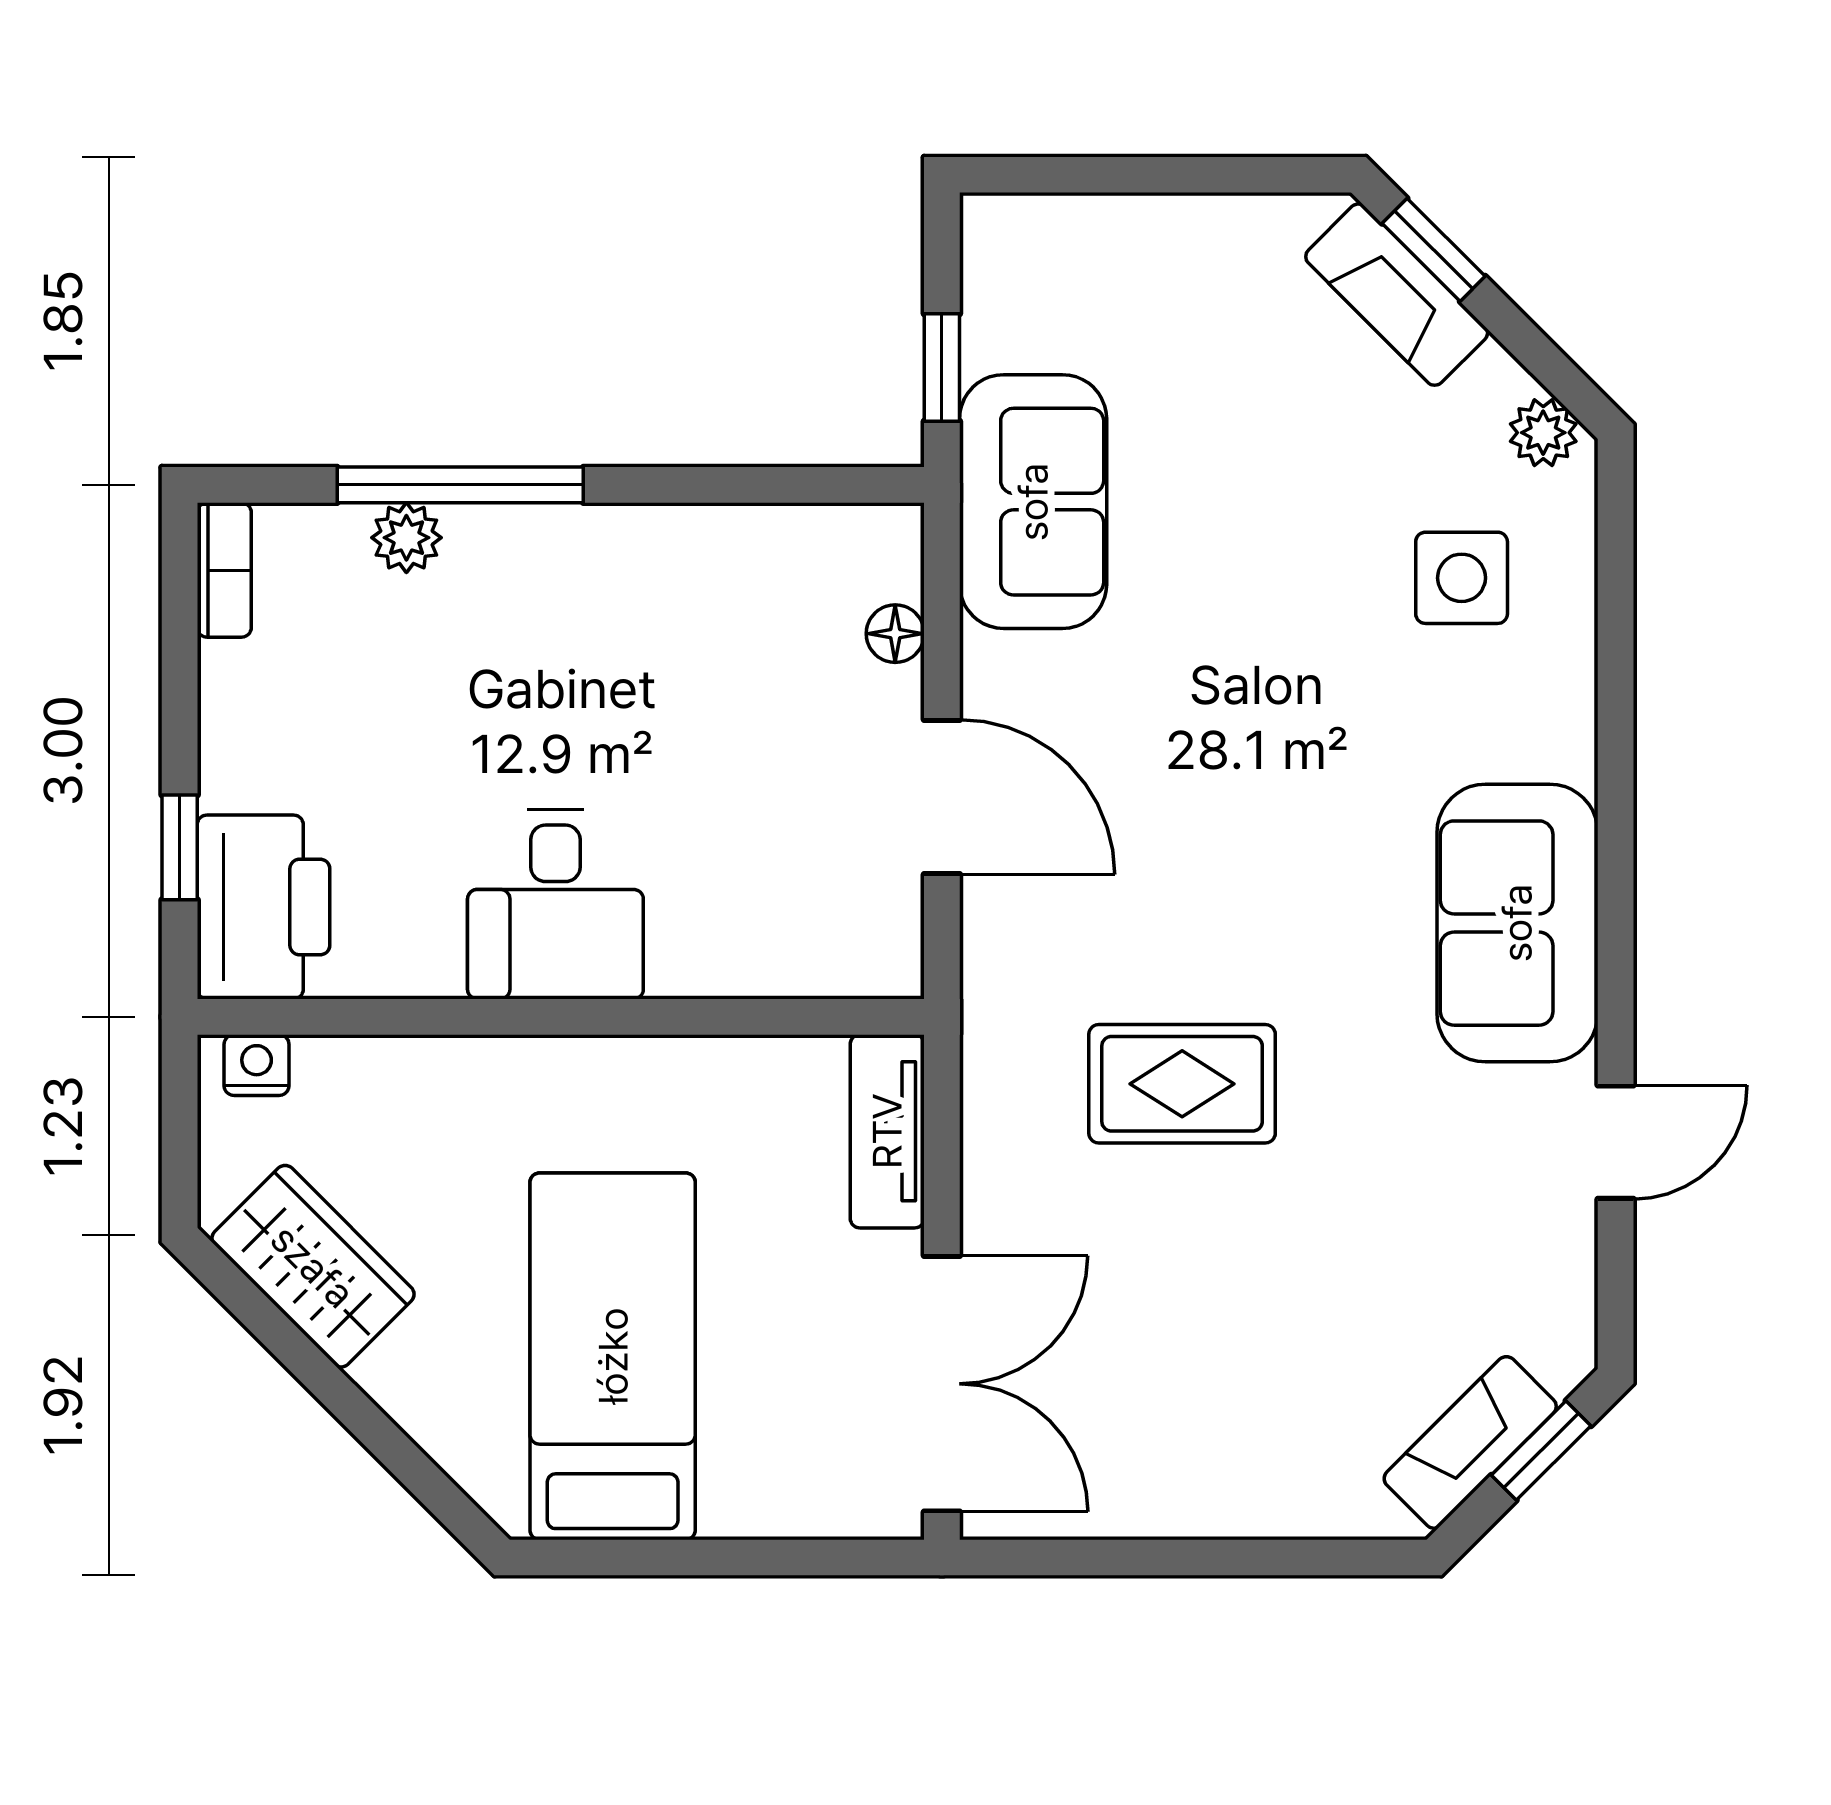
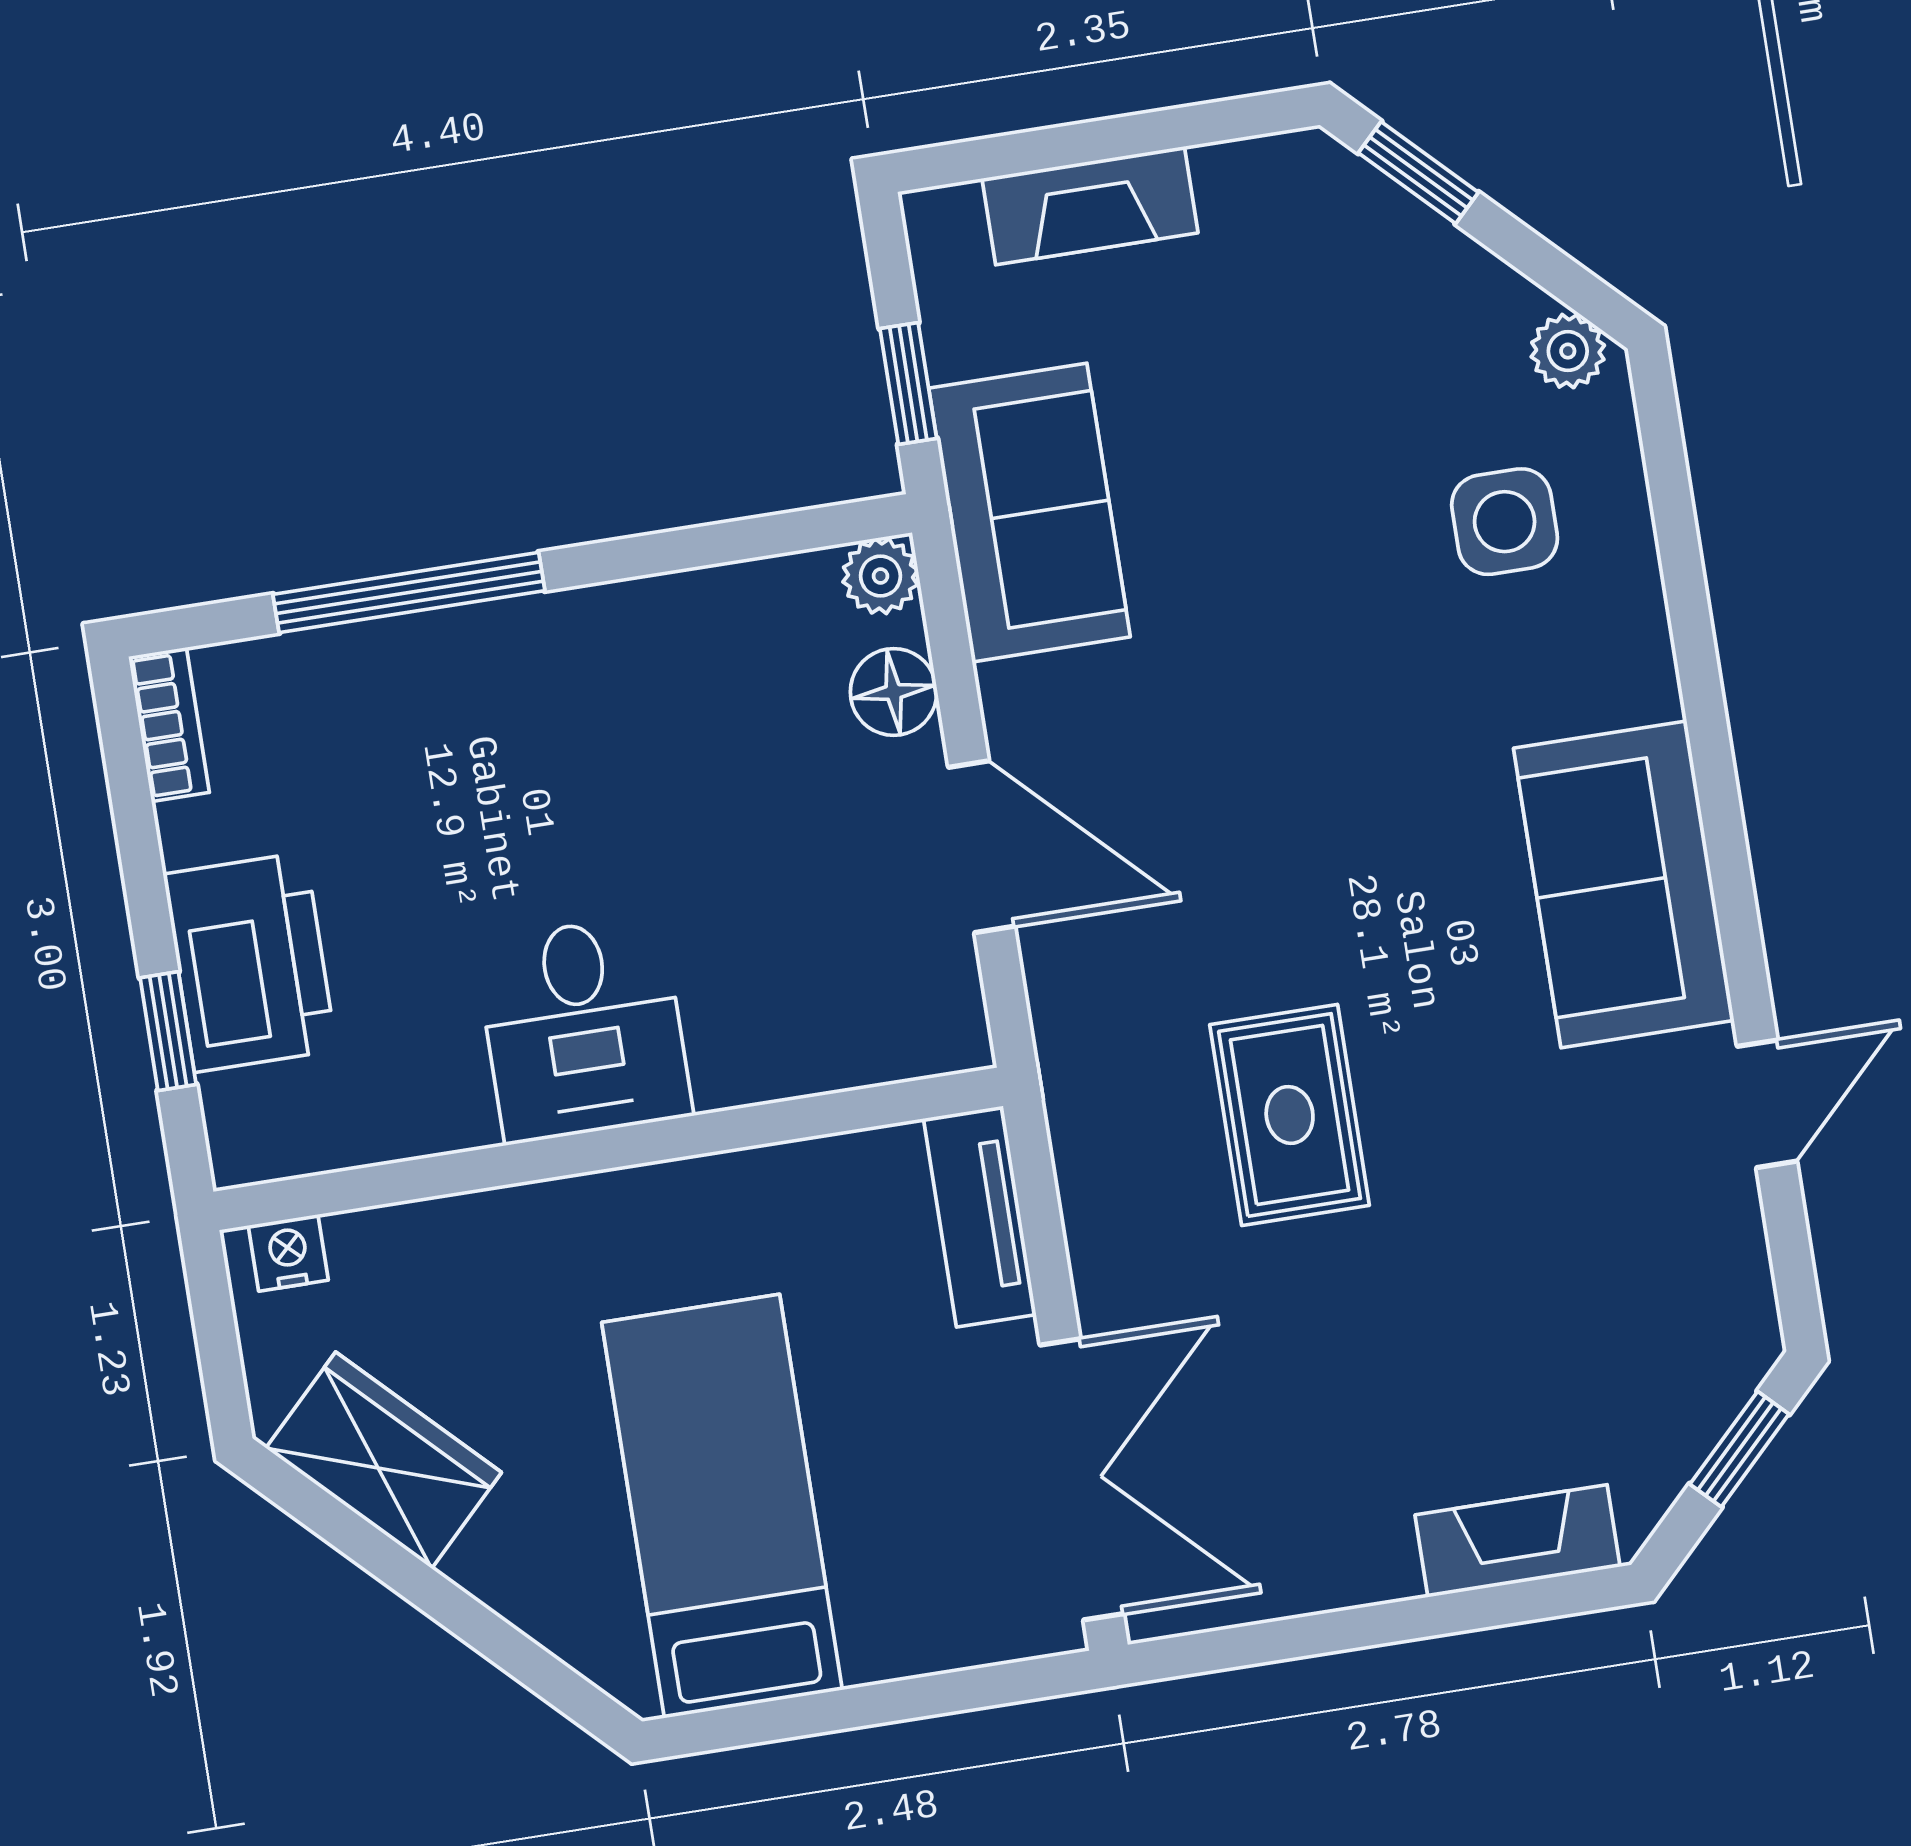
fireplace: (1397, 295) -> (1090, 206), moved, turned -45
plant: (406, 538) -> (881, 576), moved
floor lamp: (895, 634) -> (894, 692), width x1.37, depth x1.37
printer: (264, 907) -> (250, 962), moved
rug: (1182, 1084) -> (1290, 1115), turned 90
fireplace: (1470, 1442) -> (1518, 1541), moved, turned 45

